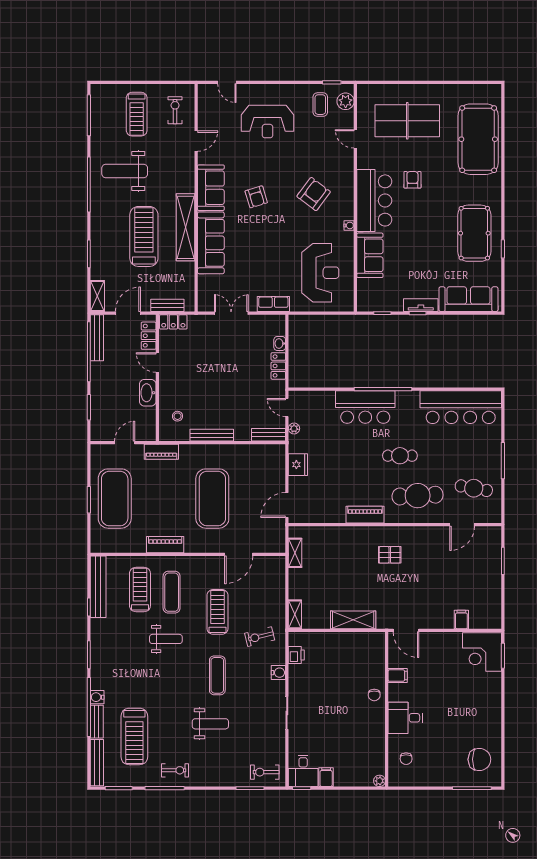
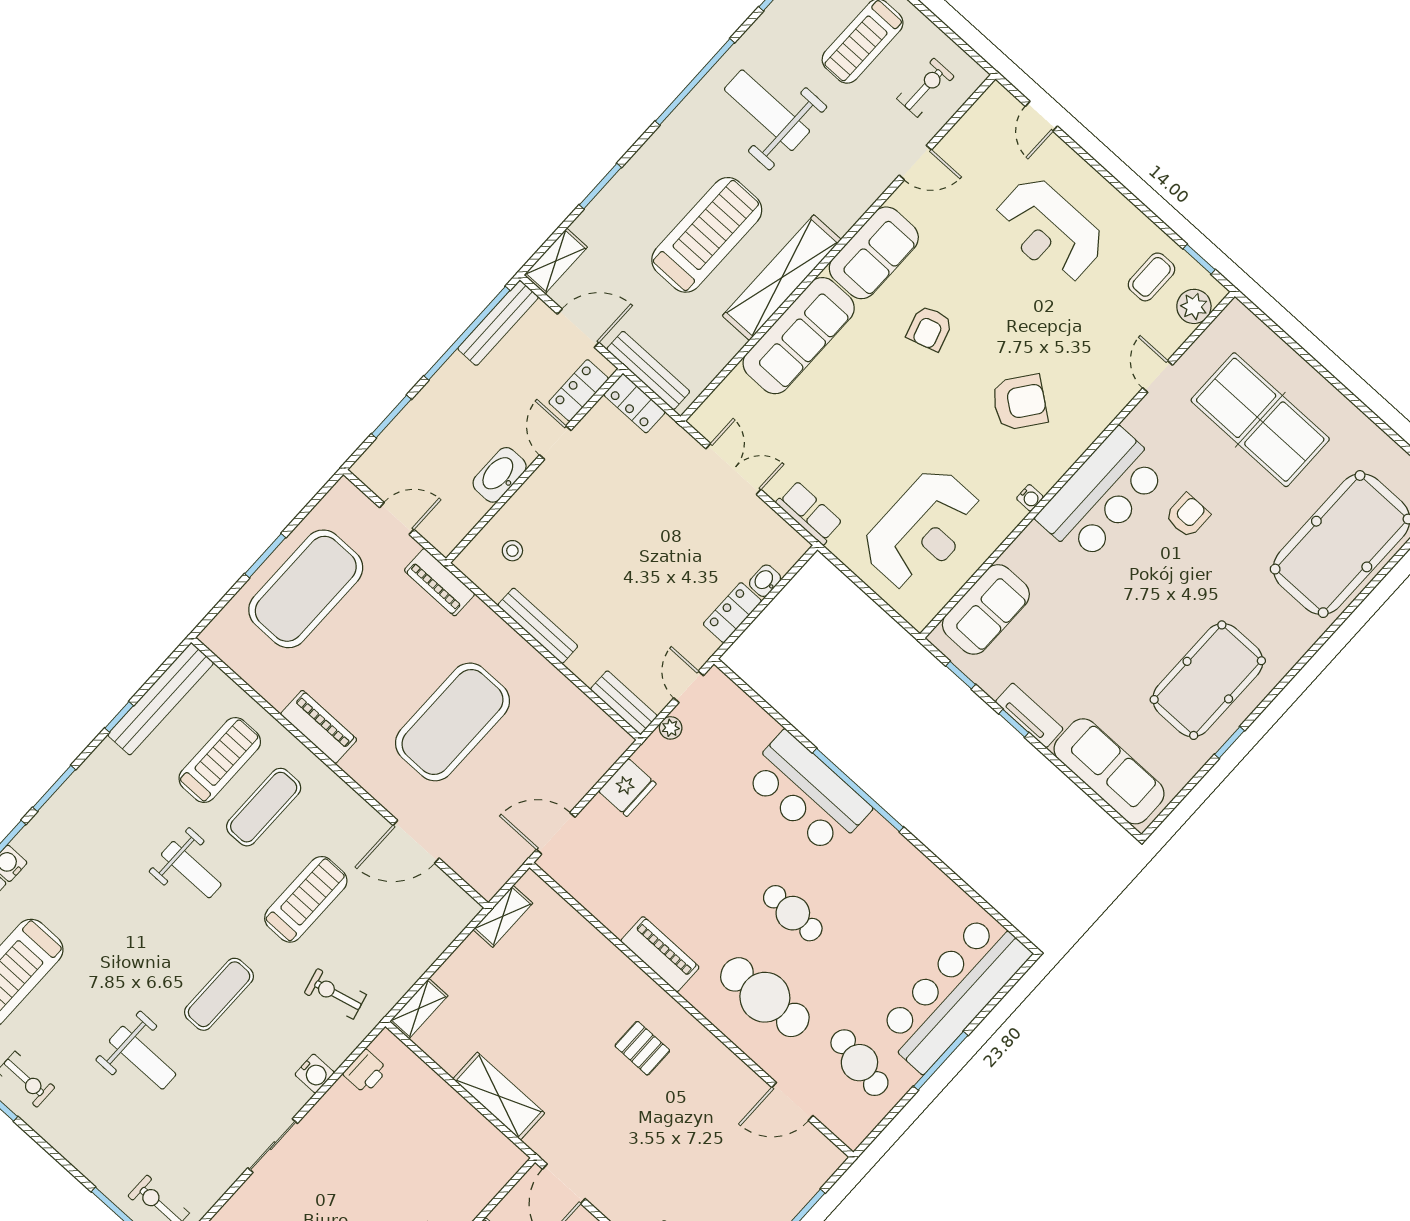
sofa: (370, 255) -> (986, 609), moved
bench: (167, 305) -> (648, 370), width x1.36
bar counter: (461, 407) -> (954, 992), moved, turned 90

